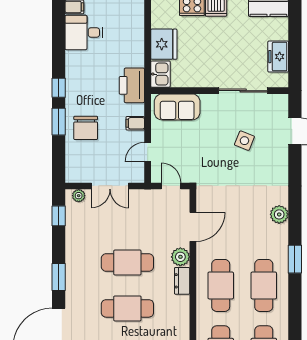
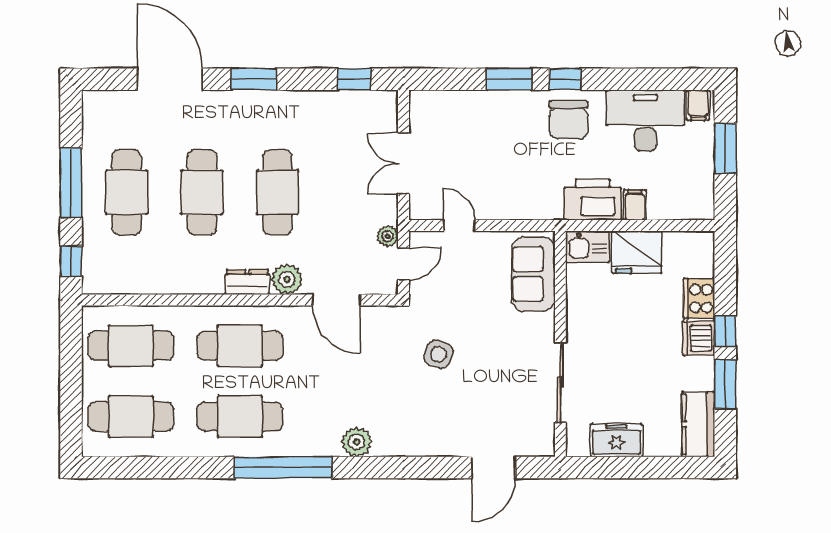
desk: (84, 32) -> (645, 121), width x1.37
printer: (132, 85) -> (593, 200), moved
filing cabinet: (135, 123) -> (635, 205), moved
chair: (86, 128) -> (569, 120), moved, turned -90
side table: (244, 141) -> (439, 354), moved
plant: (79, 196) -> (388, 236), moved
window: (295, 259) -> (283, 468), width x2.11

